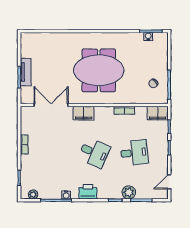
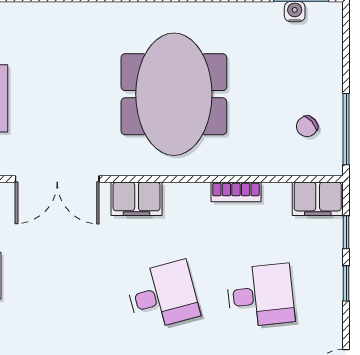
meeting table: (99, 70) -> (174, 94), turned 90
double door: (51, 105) -> (57, 179), swing flipped
desk: (94, 153) -> (163, 295), turned -39

